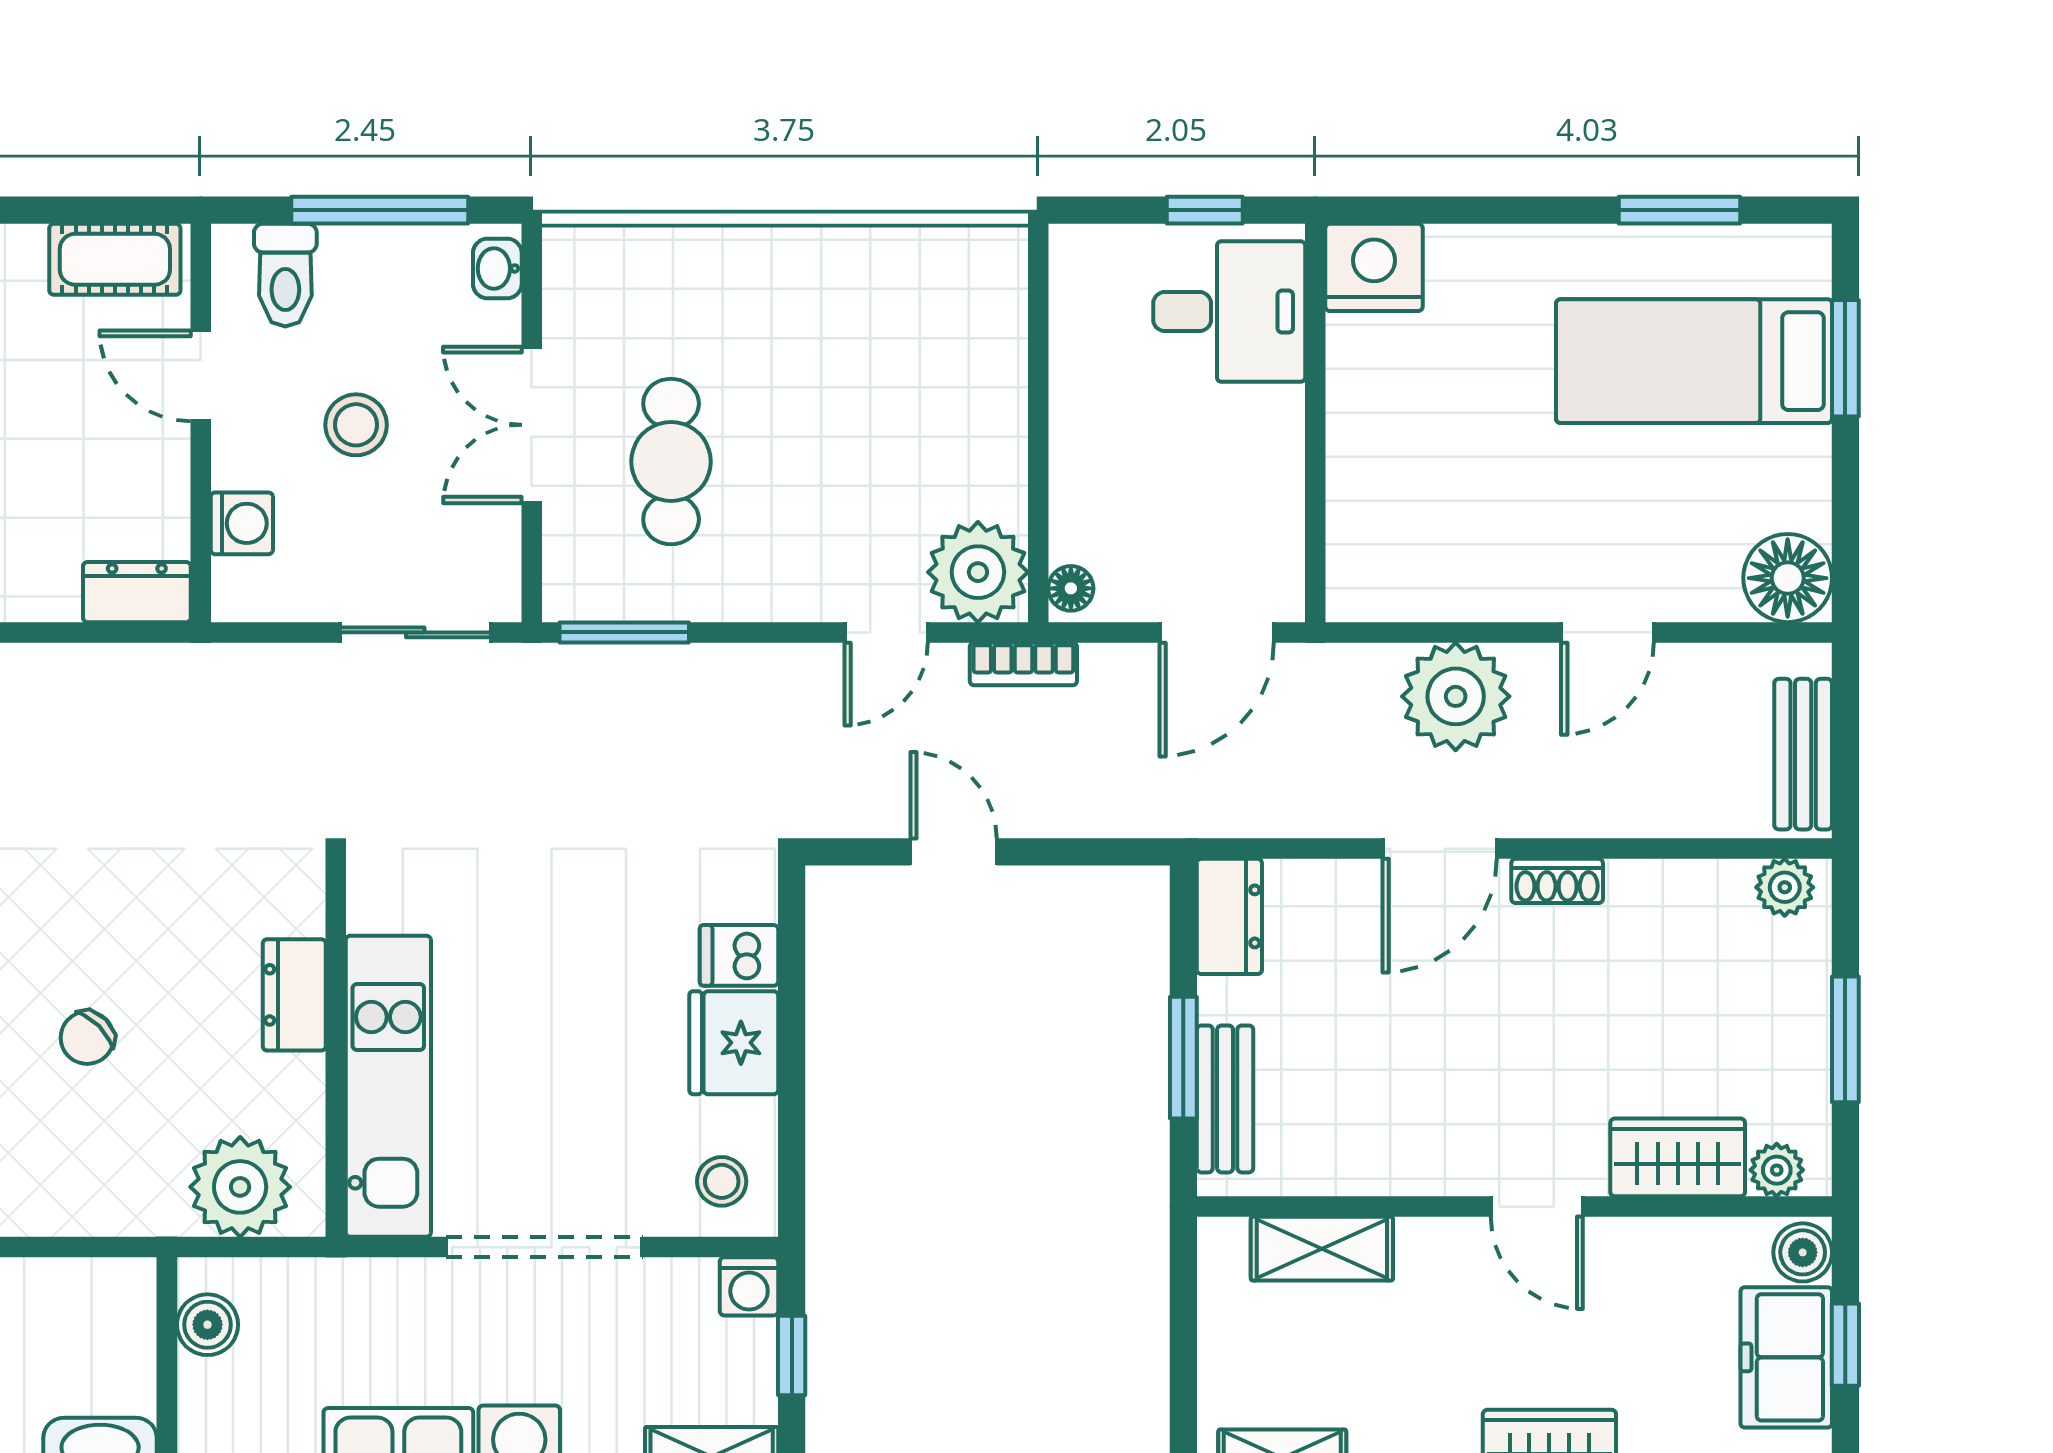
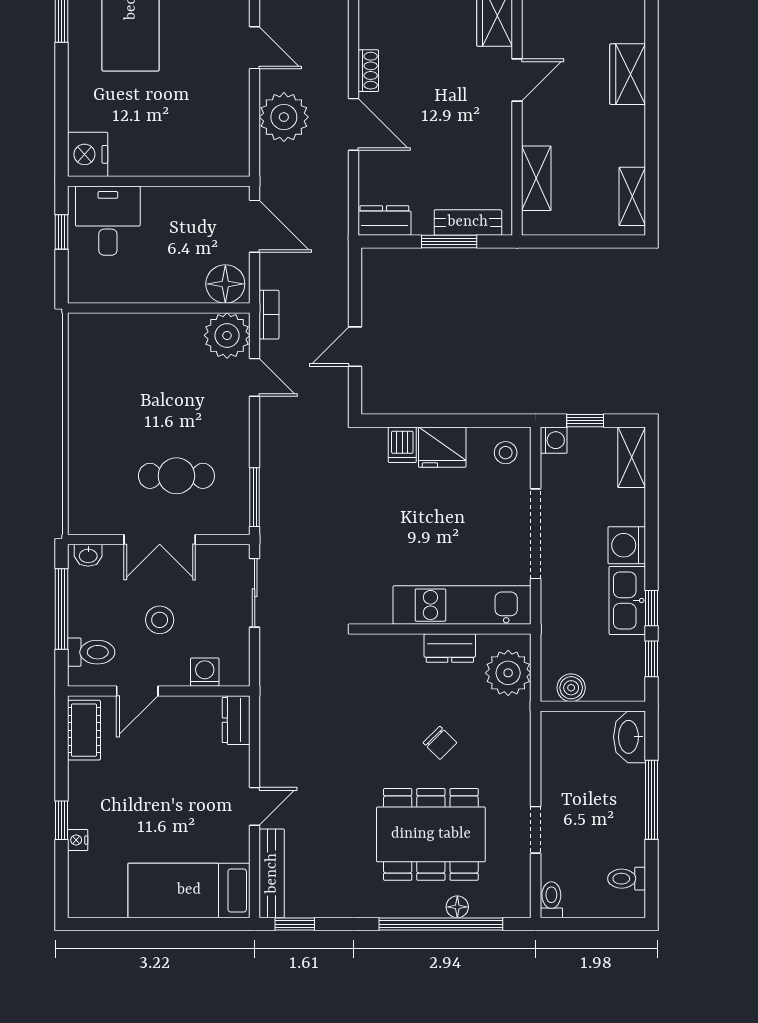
floor lamp: (1071, 588) -> (225, 284), width x1.89, depth x1.89
dresser: (294, 995) -> (450, 648), moved

